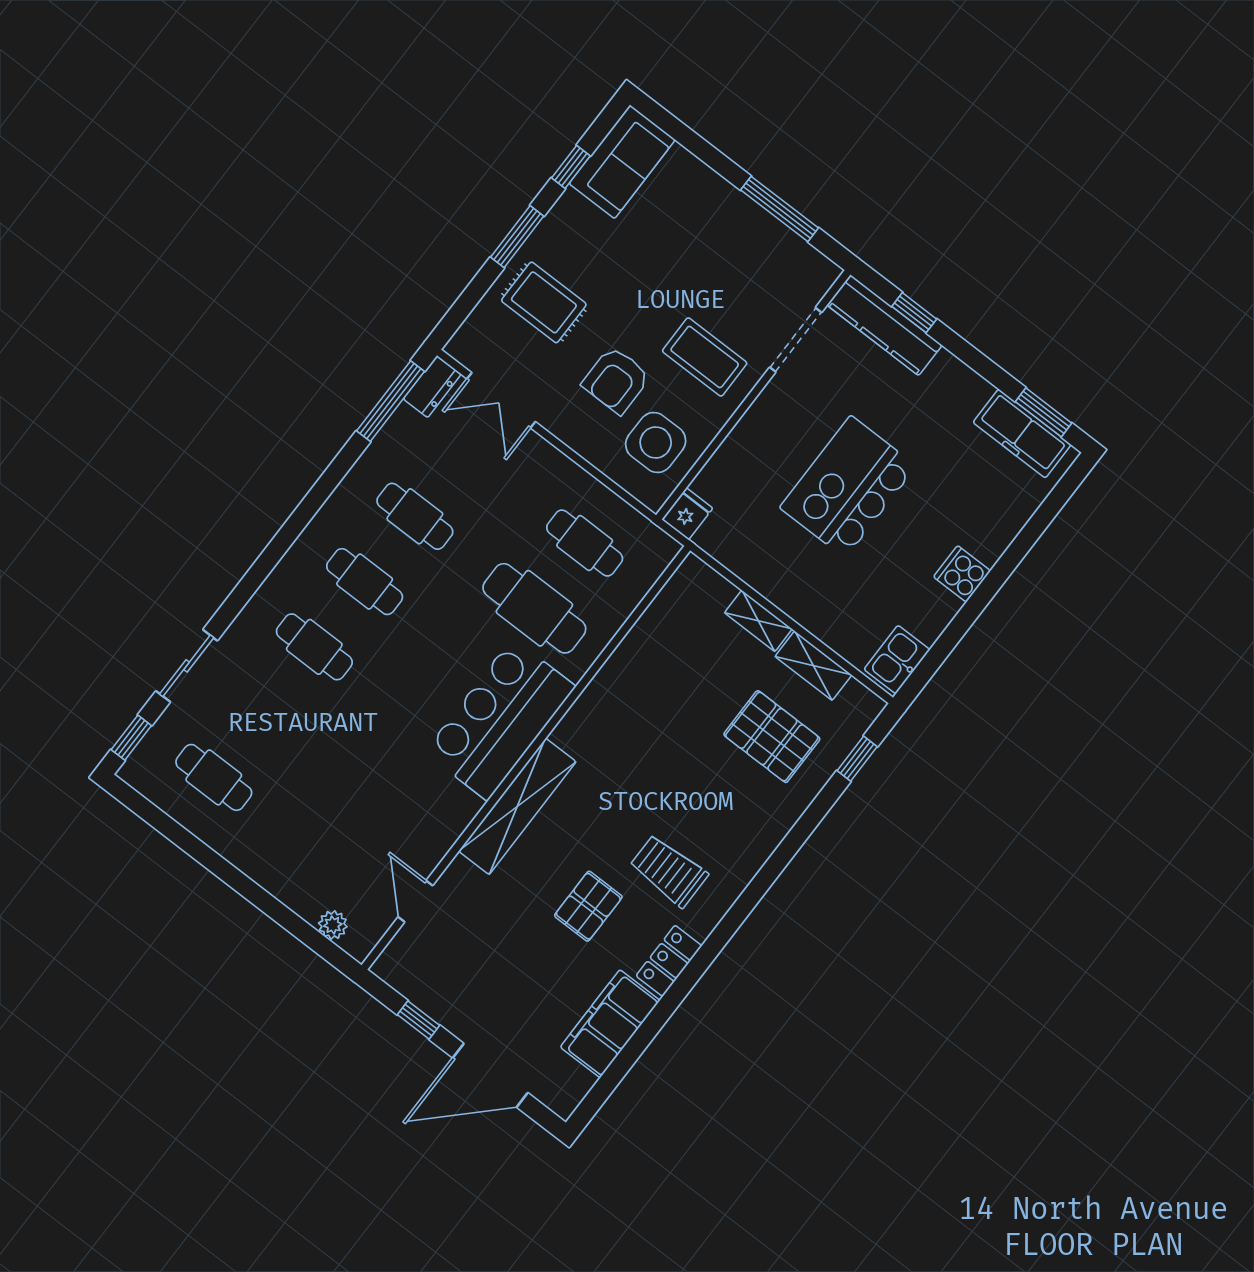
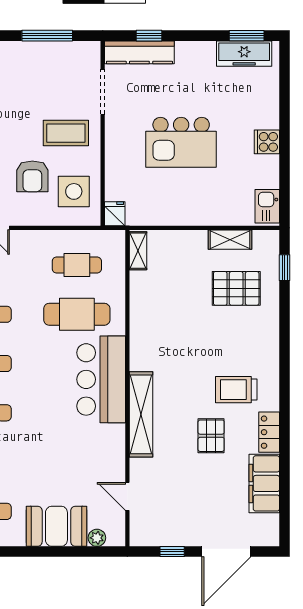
kitchen island: (848, 487) -> (181, 142), turned -90
shelving: (758, 621) -> (138, 251), moved, turned 90
booth: (291, 868) -> (56, 526), added

